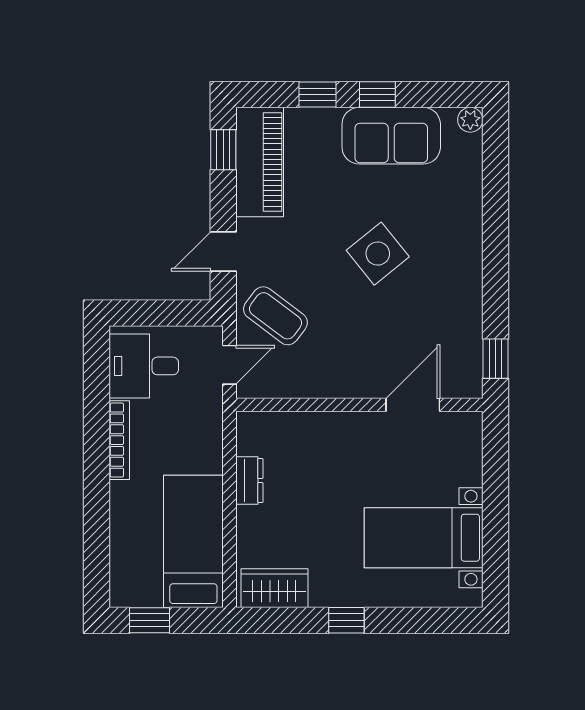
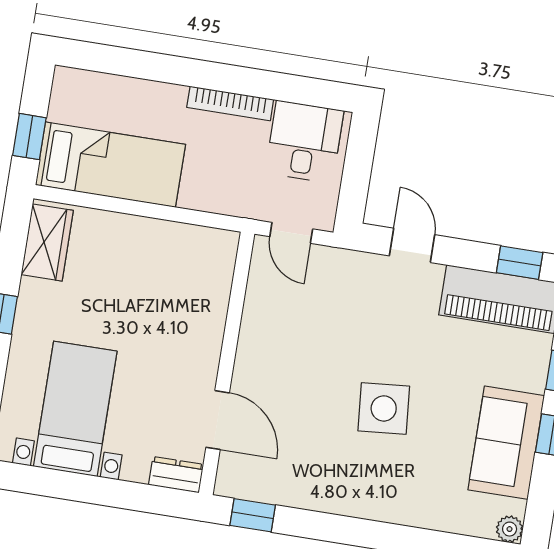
side table: (378, 254) -> (384, 408), turned 34
coffee table: (275, 316) -> (335, 290), removed
dresser: (249, 480) -> (176, 475), moved, turned 180
window: (149, 620) -> (29, 137), moved

